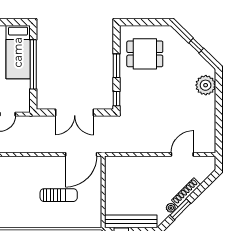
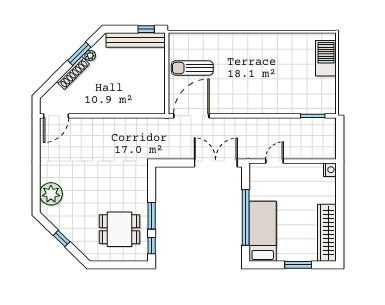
window: (116, 99) -> (152, 246), moved
double door: (75, 113) -> (216, 163), moved
door: (182, 154) -> (56, 116), moved
sun lounger: (59, 195) -> (192, 68), moved

